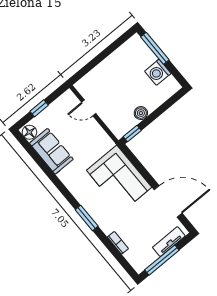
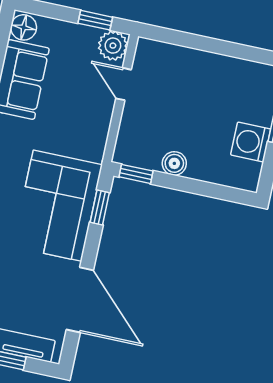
plant: (68, 99) -> (113, 46), added
window: (39, 108) -> (95, 20), moved
window: (135, 161) -> (100, 208), added

